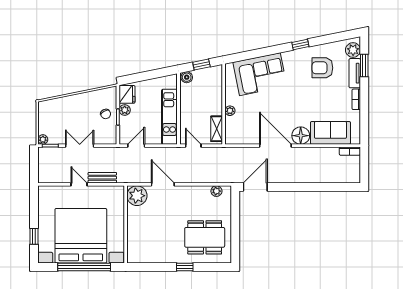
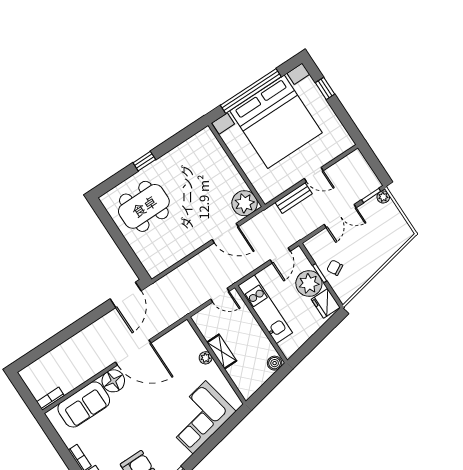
window: (201, 65) -> (268, 387), removed
plant: (125, 110) -> (309, 284), width x1.87, depth x1.87
shelving: (217, 129) -> (222, 352), moved
plant: (216, 191) -> (164, 263), removed

